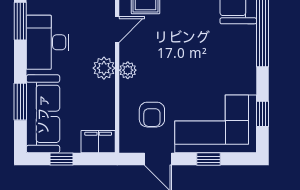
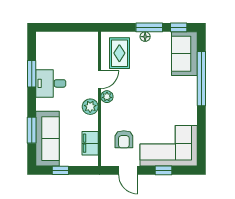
desk: (48, 42) -> (51, 83), width x0.73
plant: (128, 70) -> (107, 97), moved
window: (263, 114) -> (201, 139), removed
filing cabinet: (98, 142) -> (90, 143), moved, turned -90

